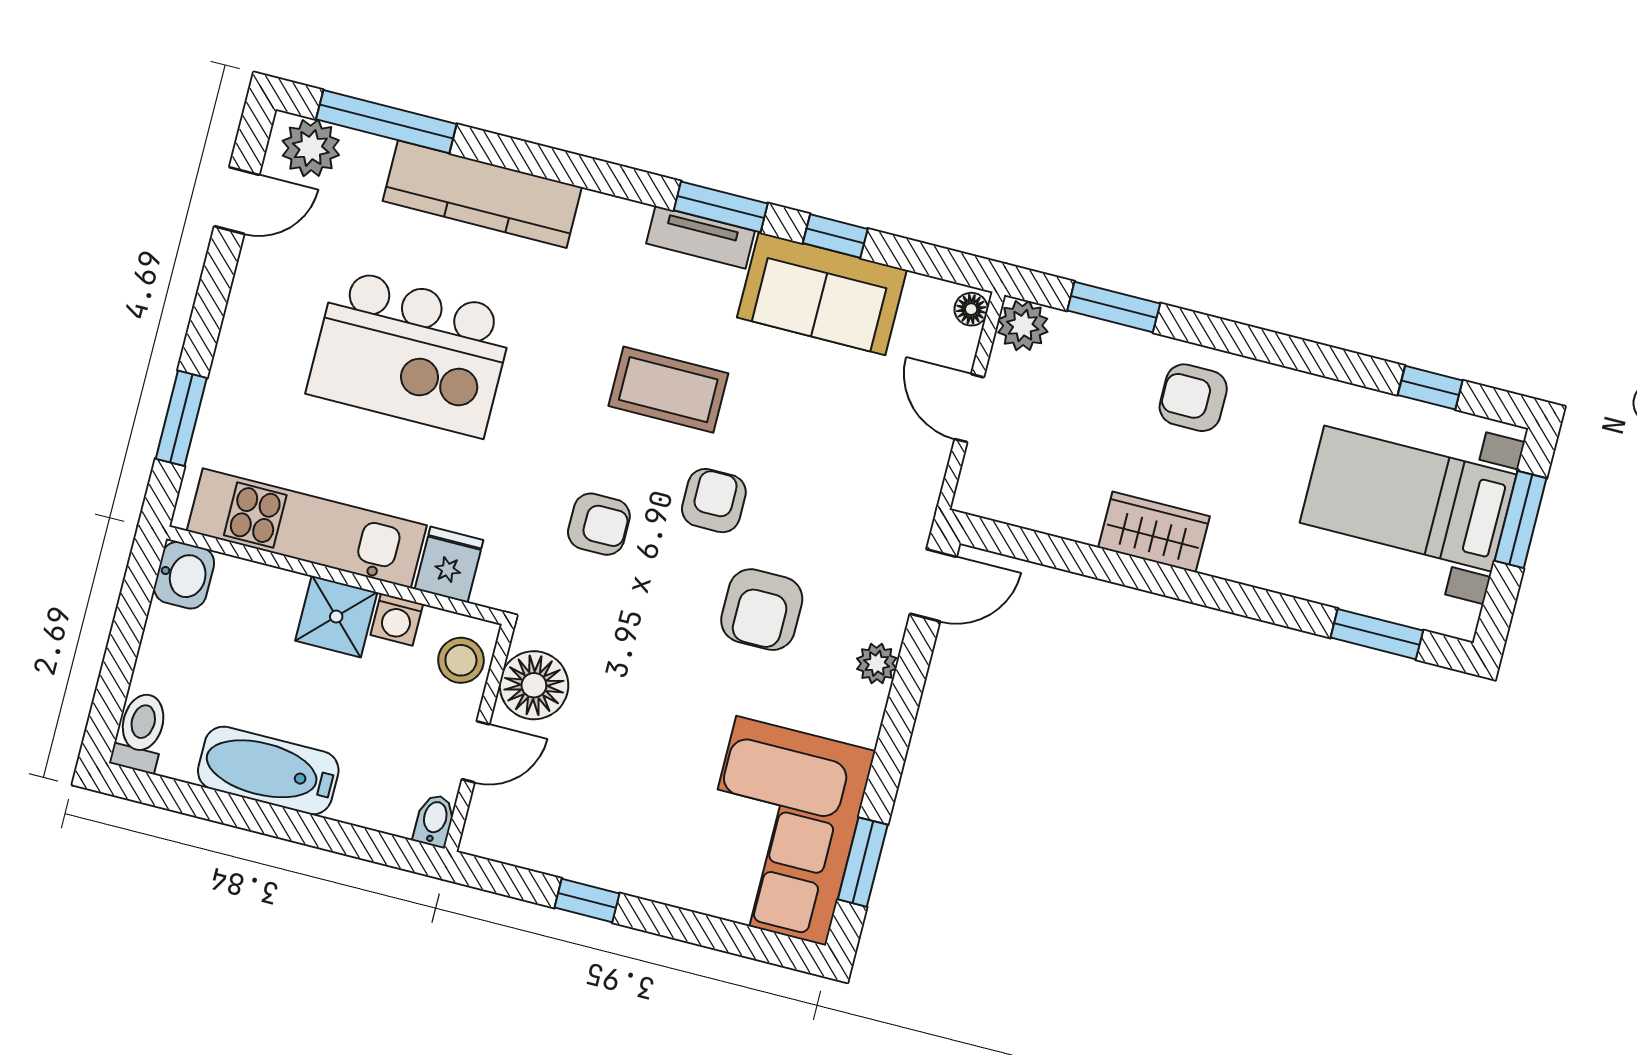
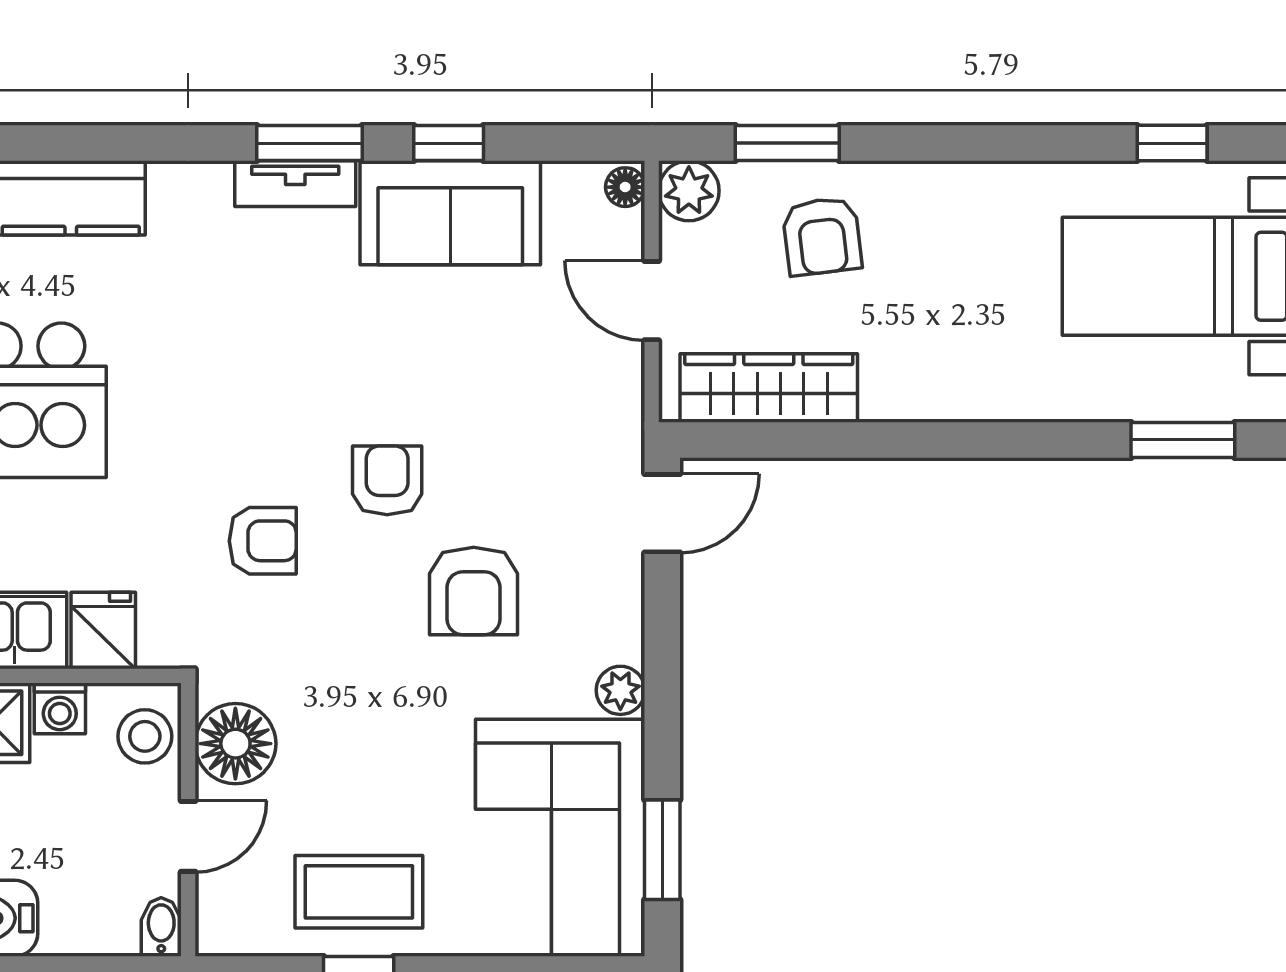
coffee table: (668, 390) -> (359, 892), moved
armchair: (1193, 398) -> (822, 236), moved, turned -97
wardrobe: (1154, 532) -> (769, 388), moved, width x1.50
plant: (877, 663) -> (620, 690), moved

